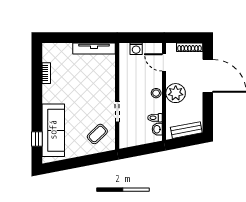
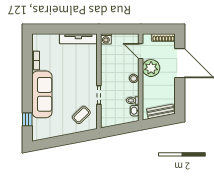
washing machine: (136, 49) -> (106, 39), moved
plant: (176, 93) -> (151, 68), moved
sofa: (53, 130) -> (42, 94), moved

